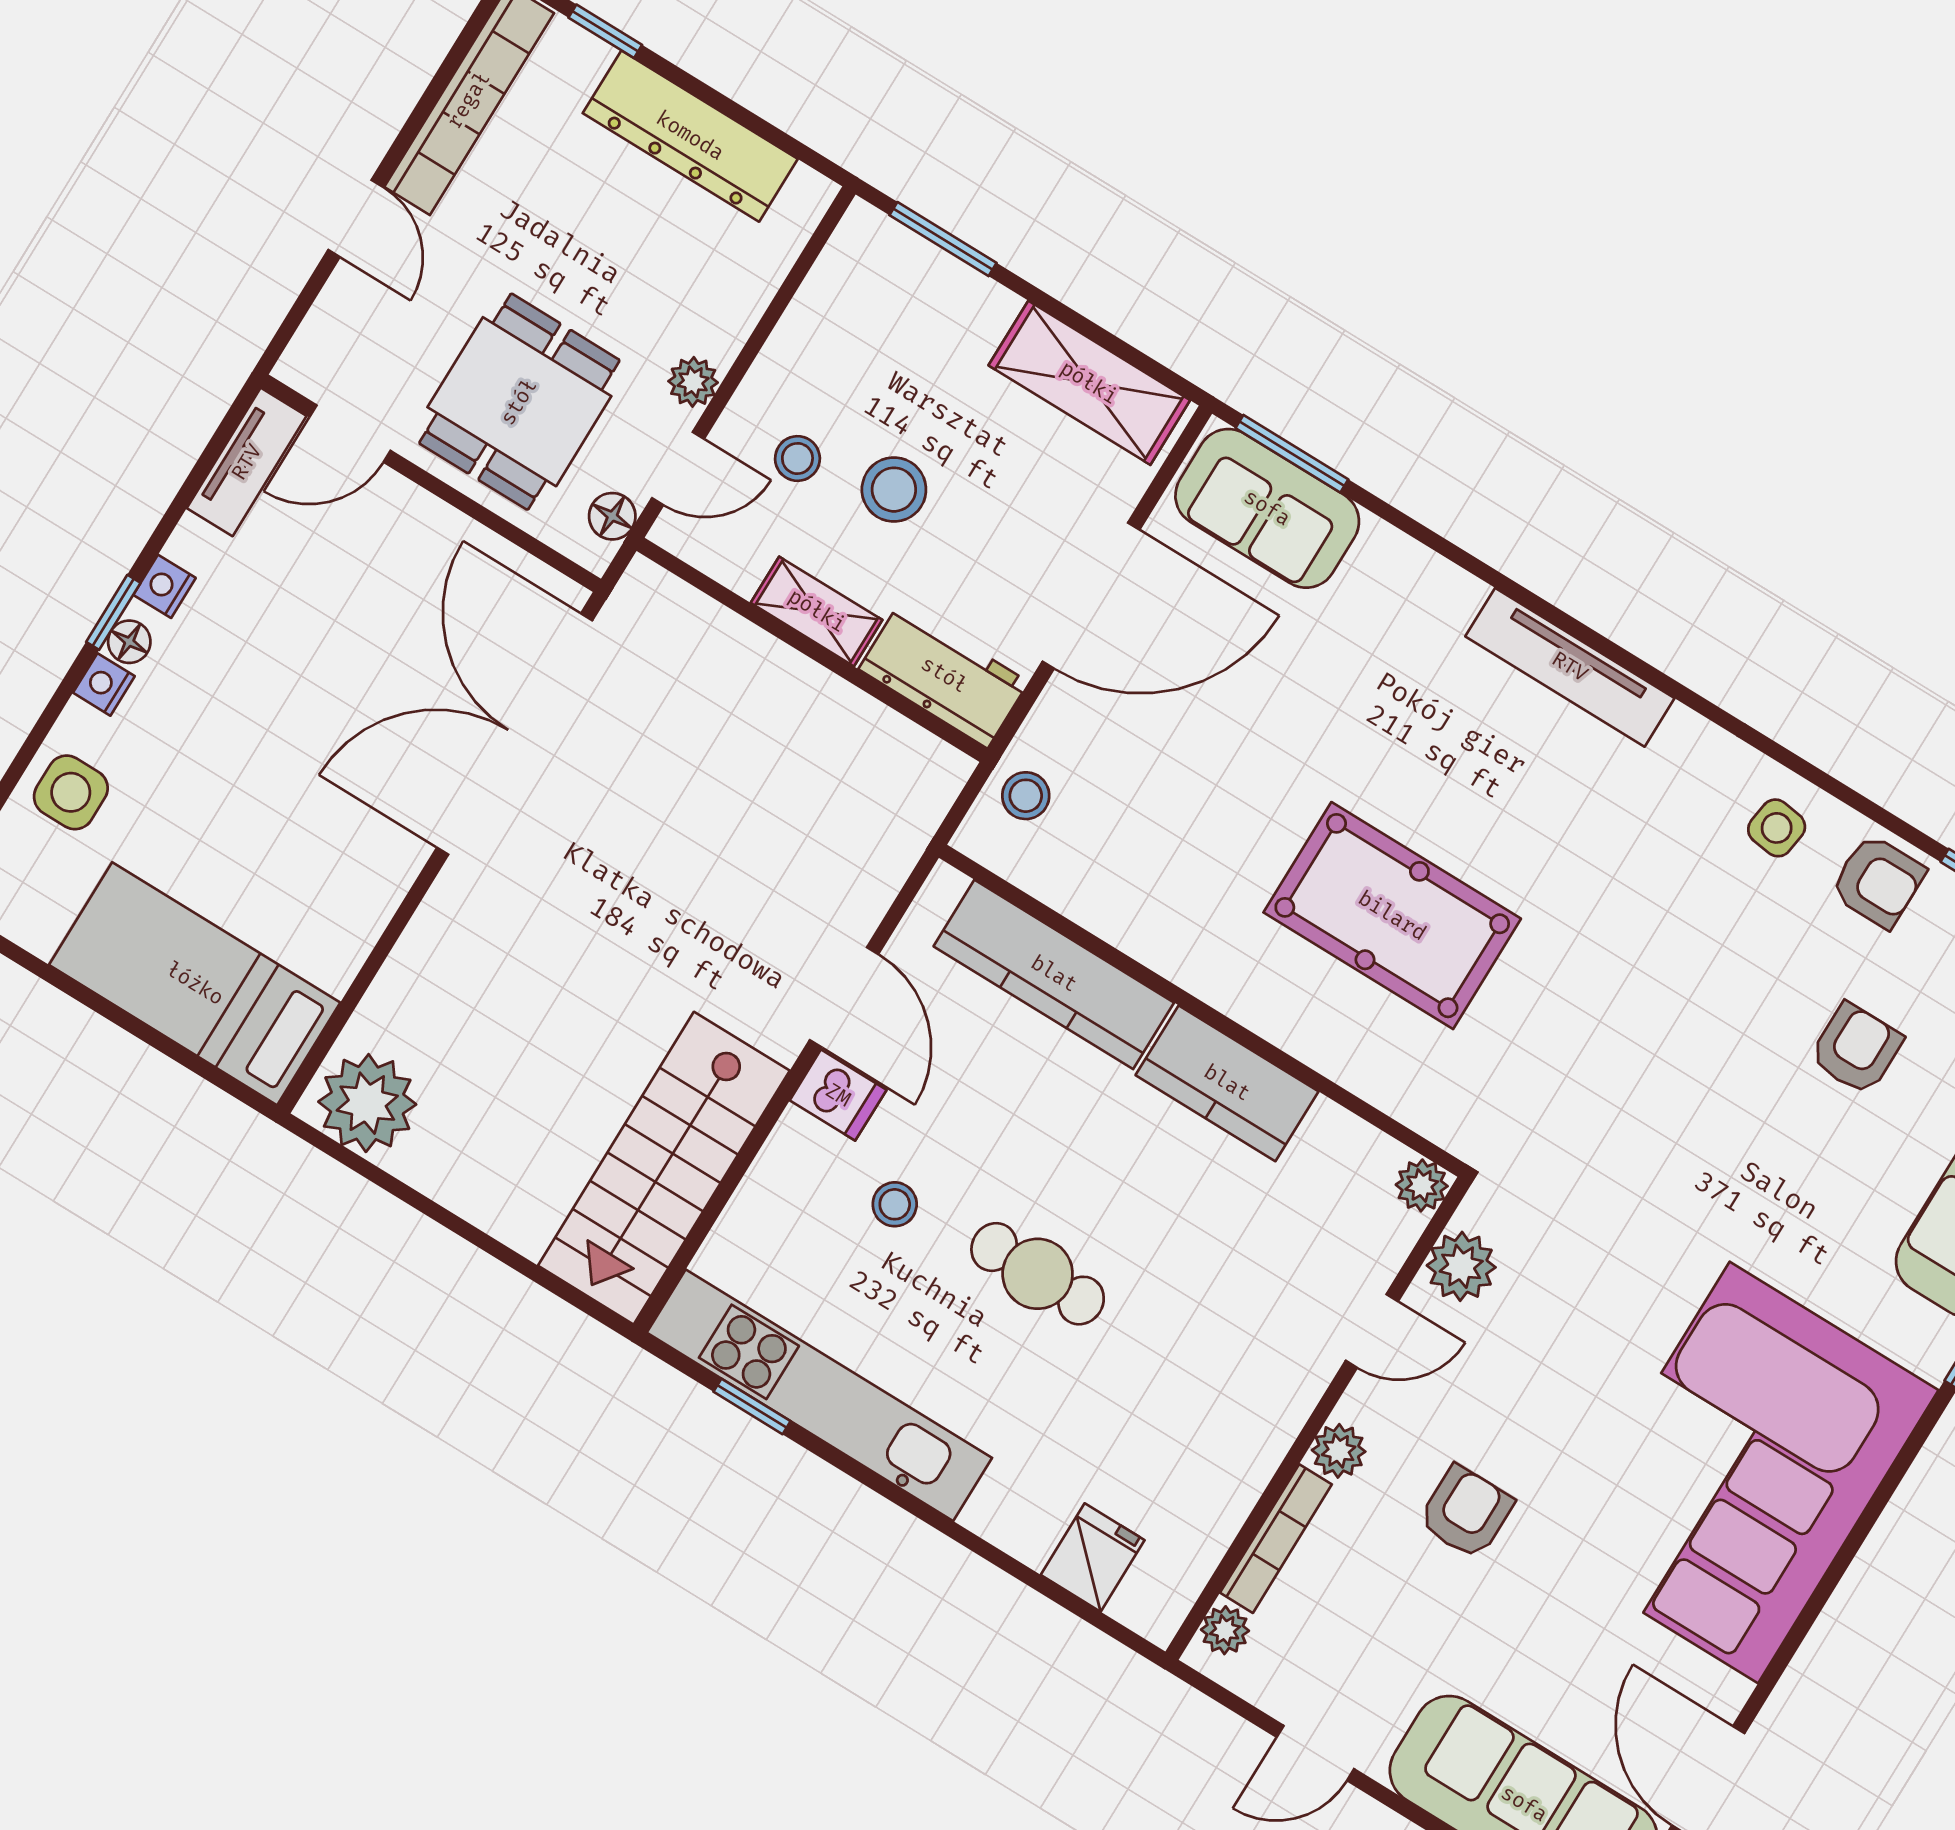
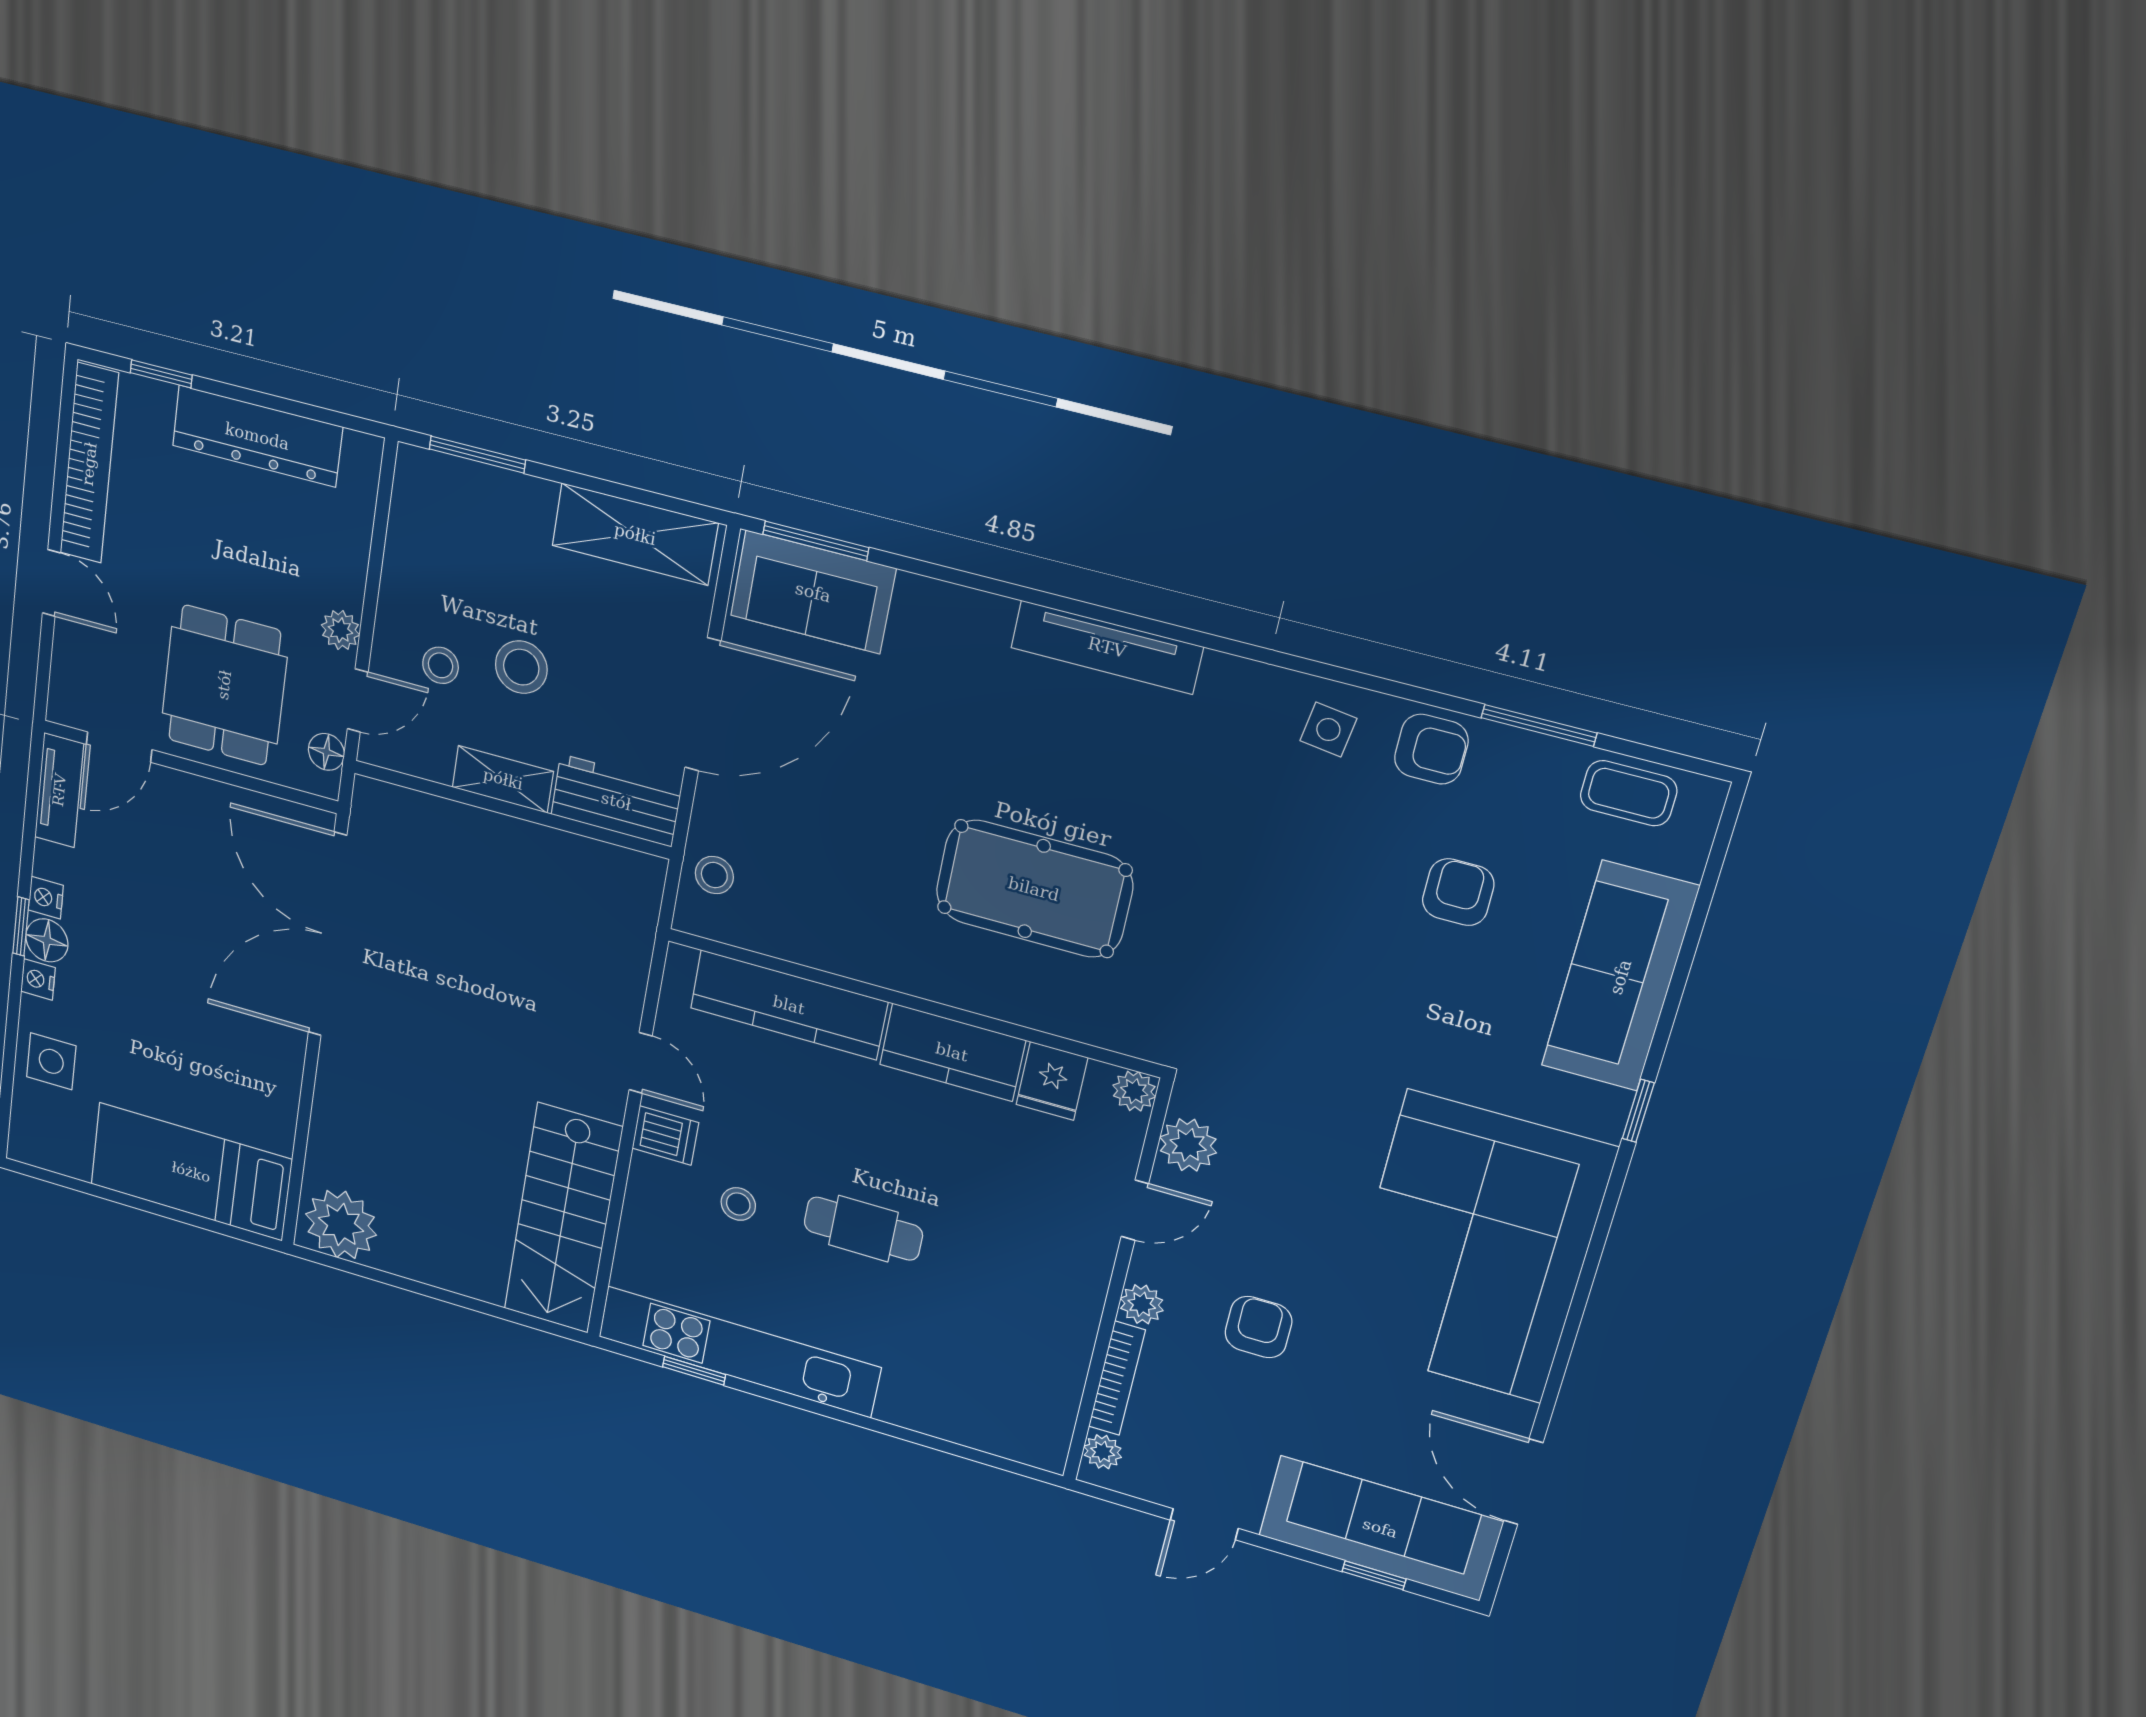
floor lamp: (129, 642) -> (47, 940), width x1.37, depth x1.37
door: (844, 997) -> (641, 1063), width x0.73
fridge: (1093, 1558) -> (1052, 1081), moved, turned 180

